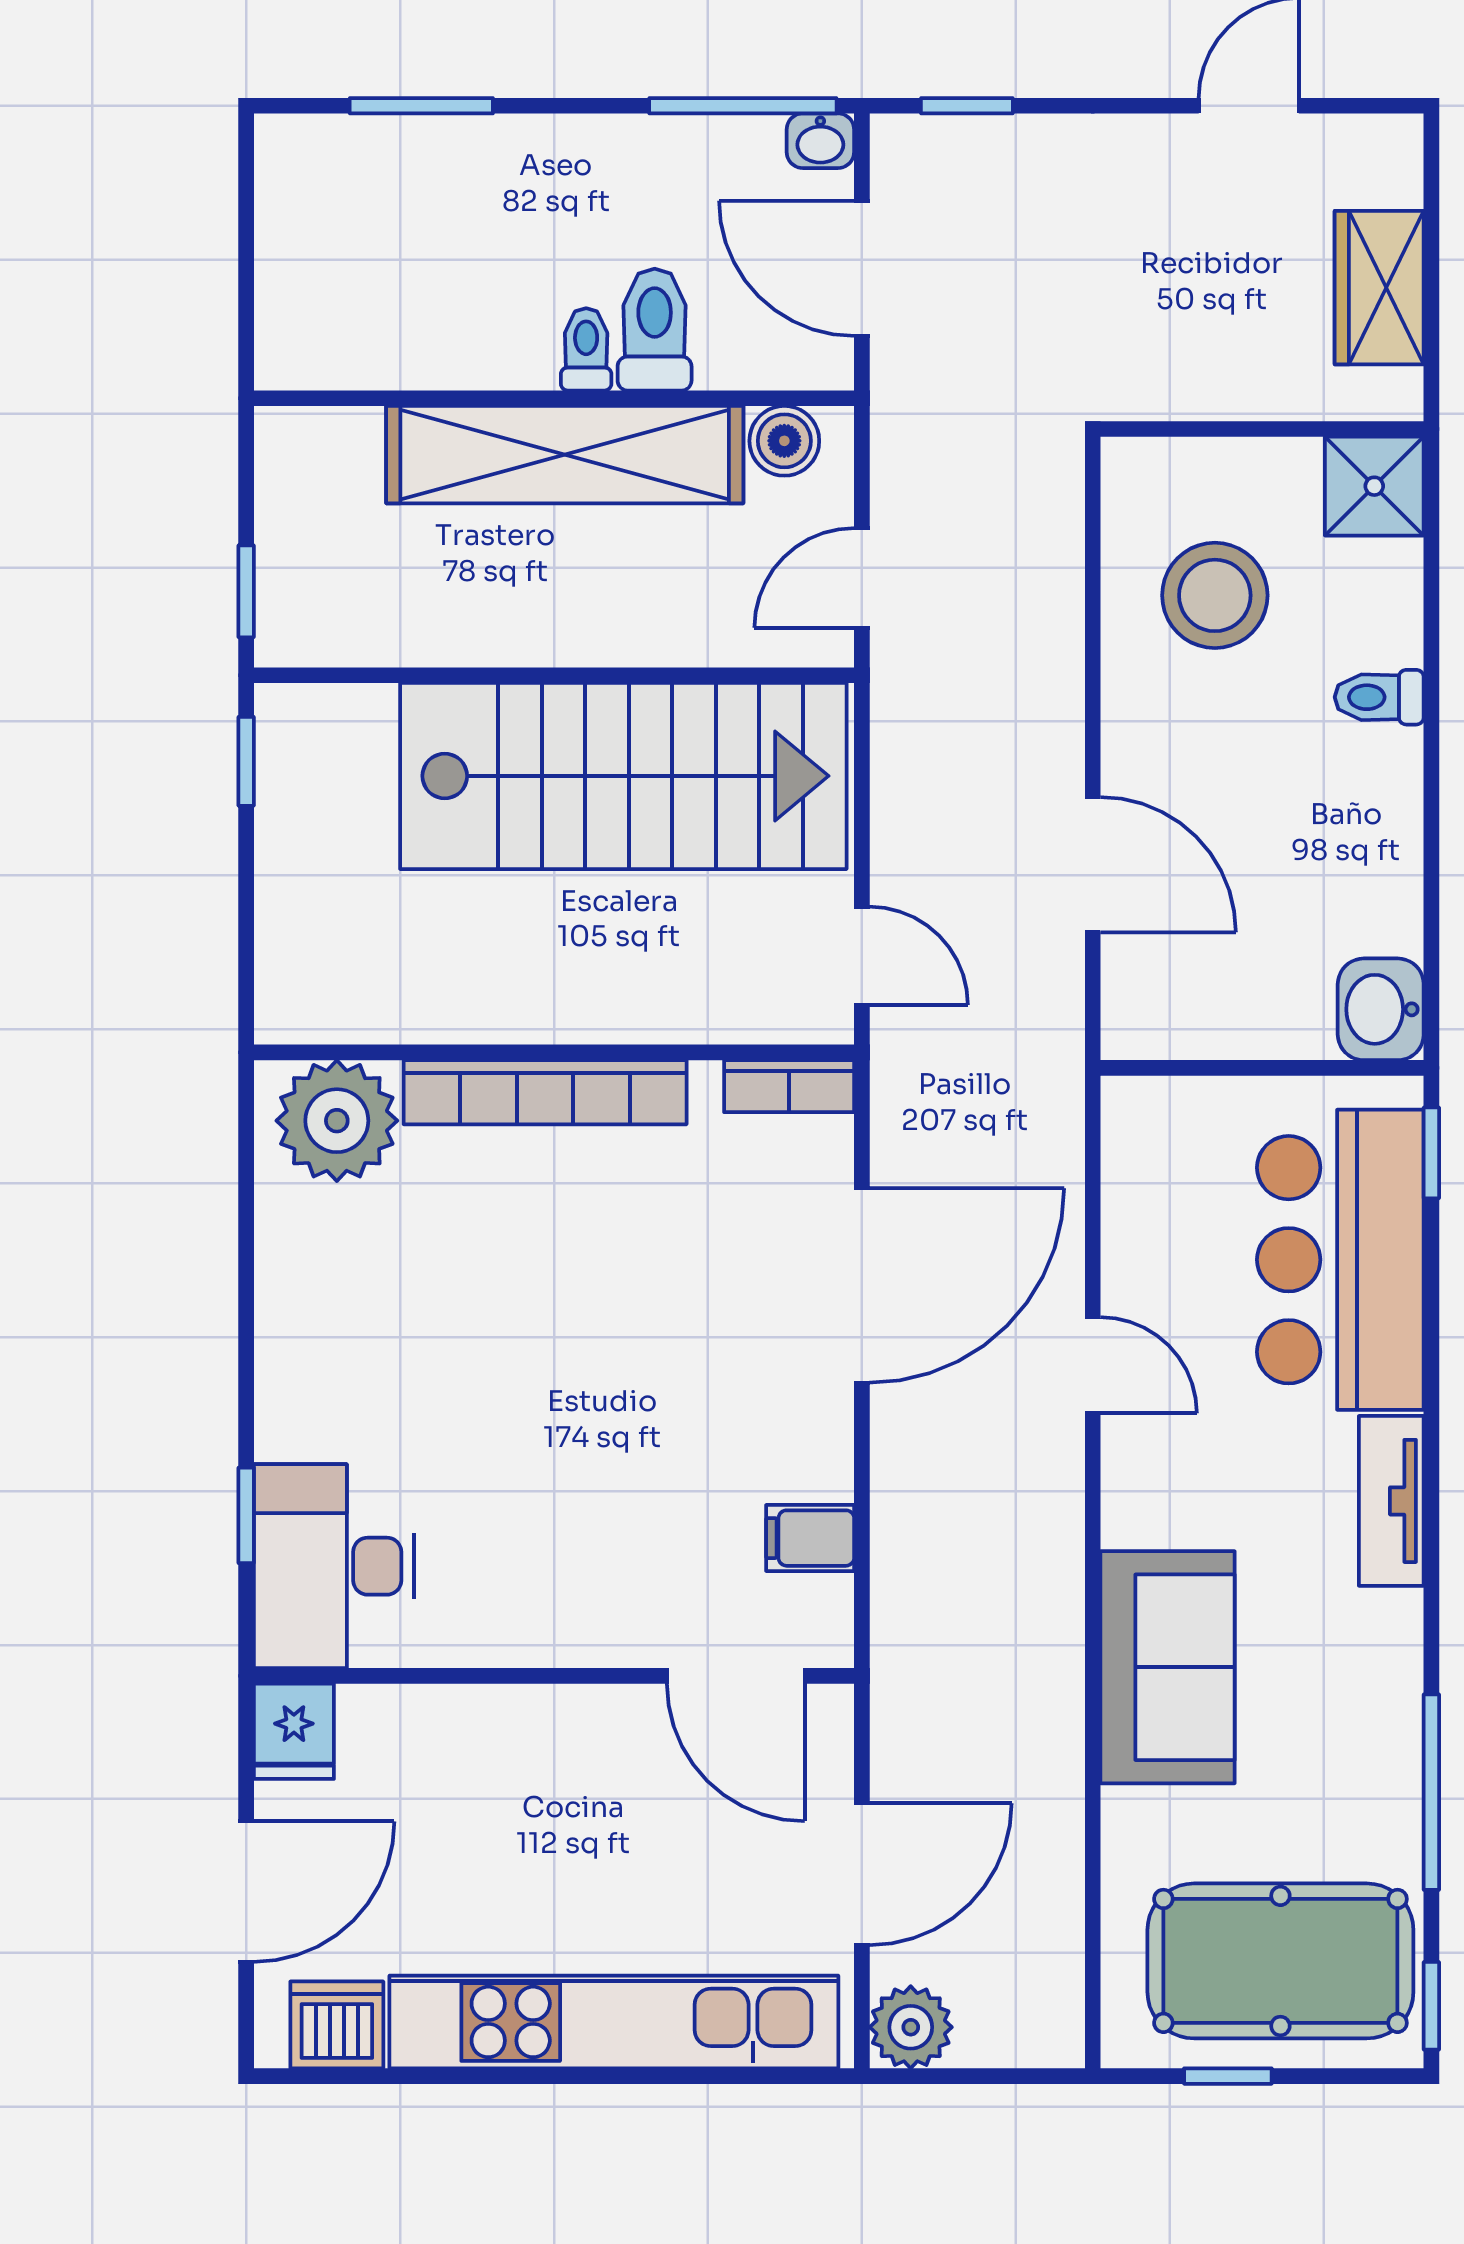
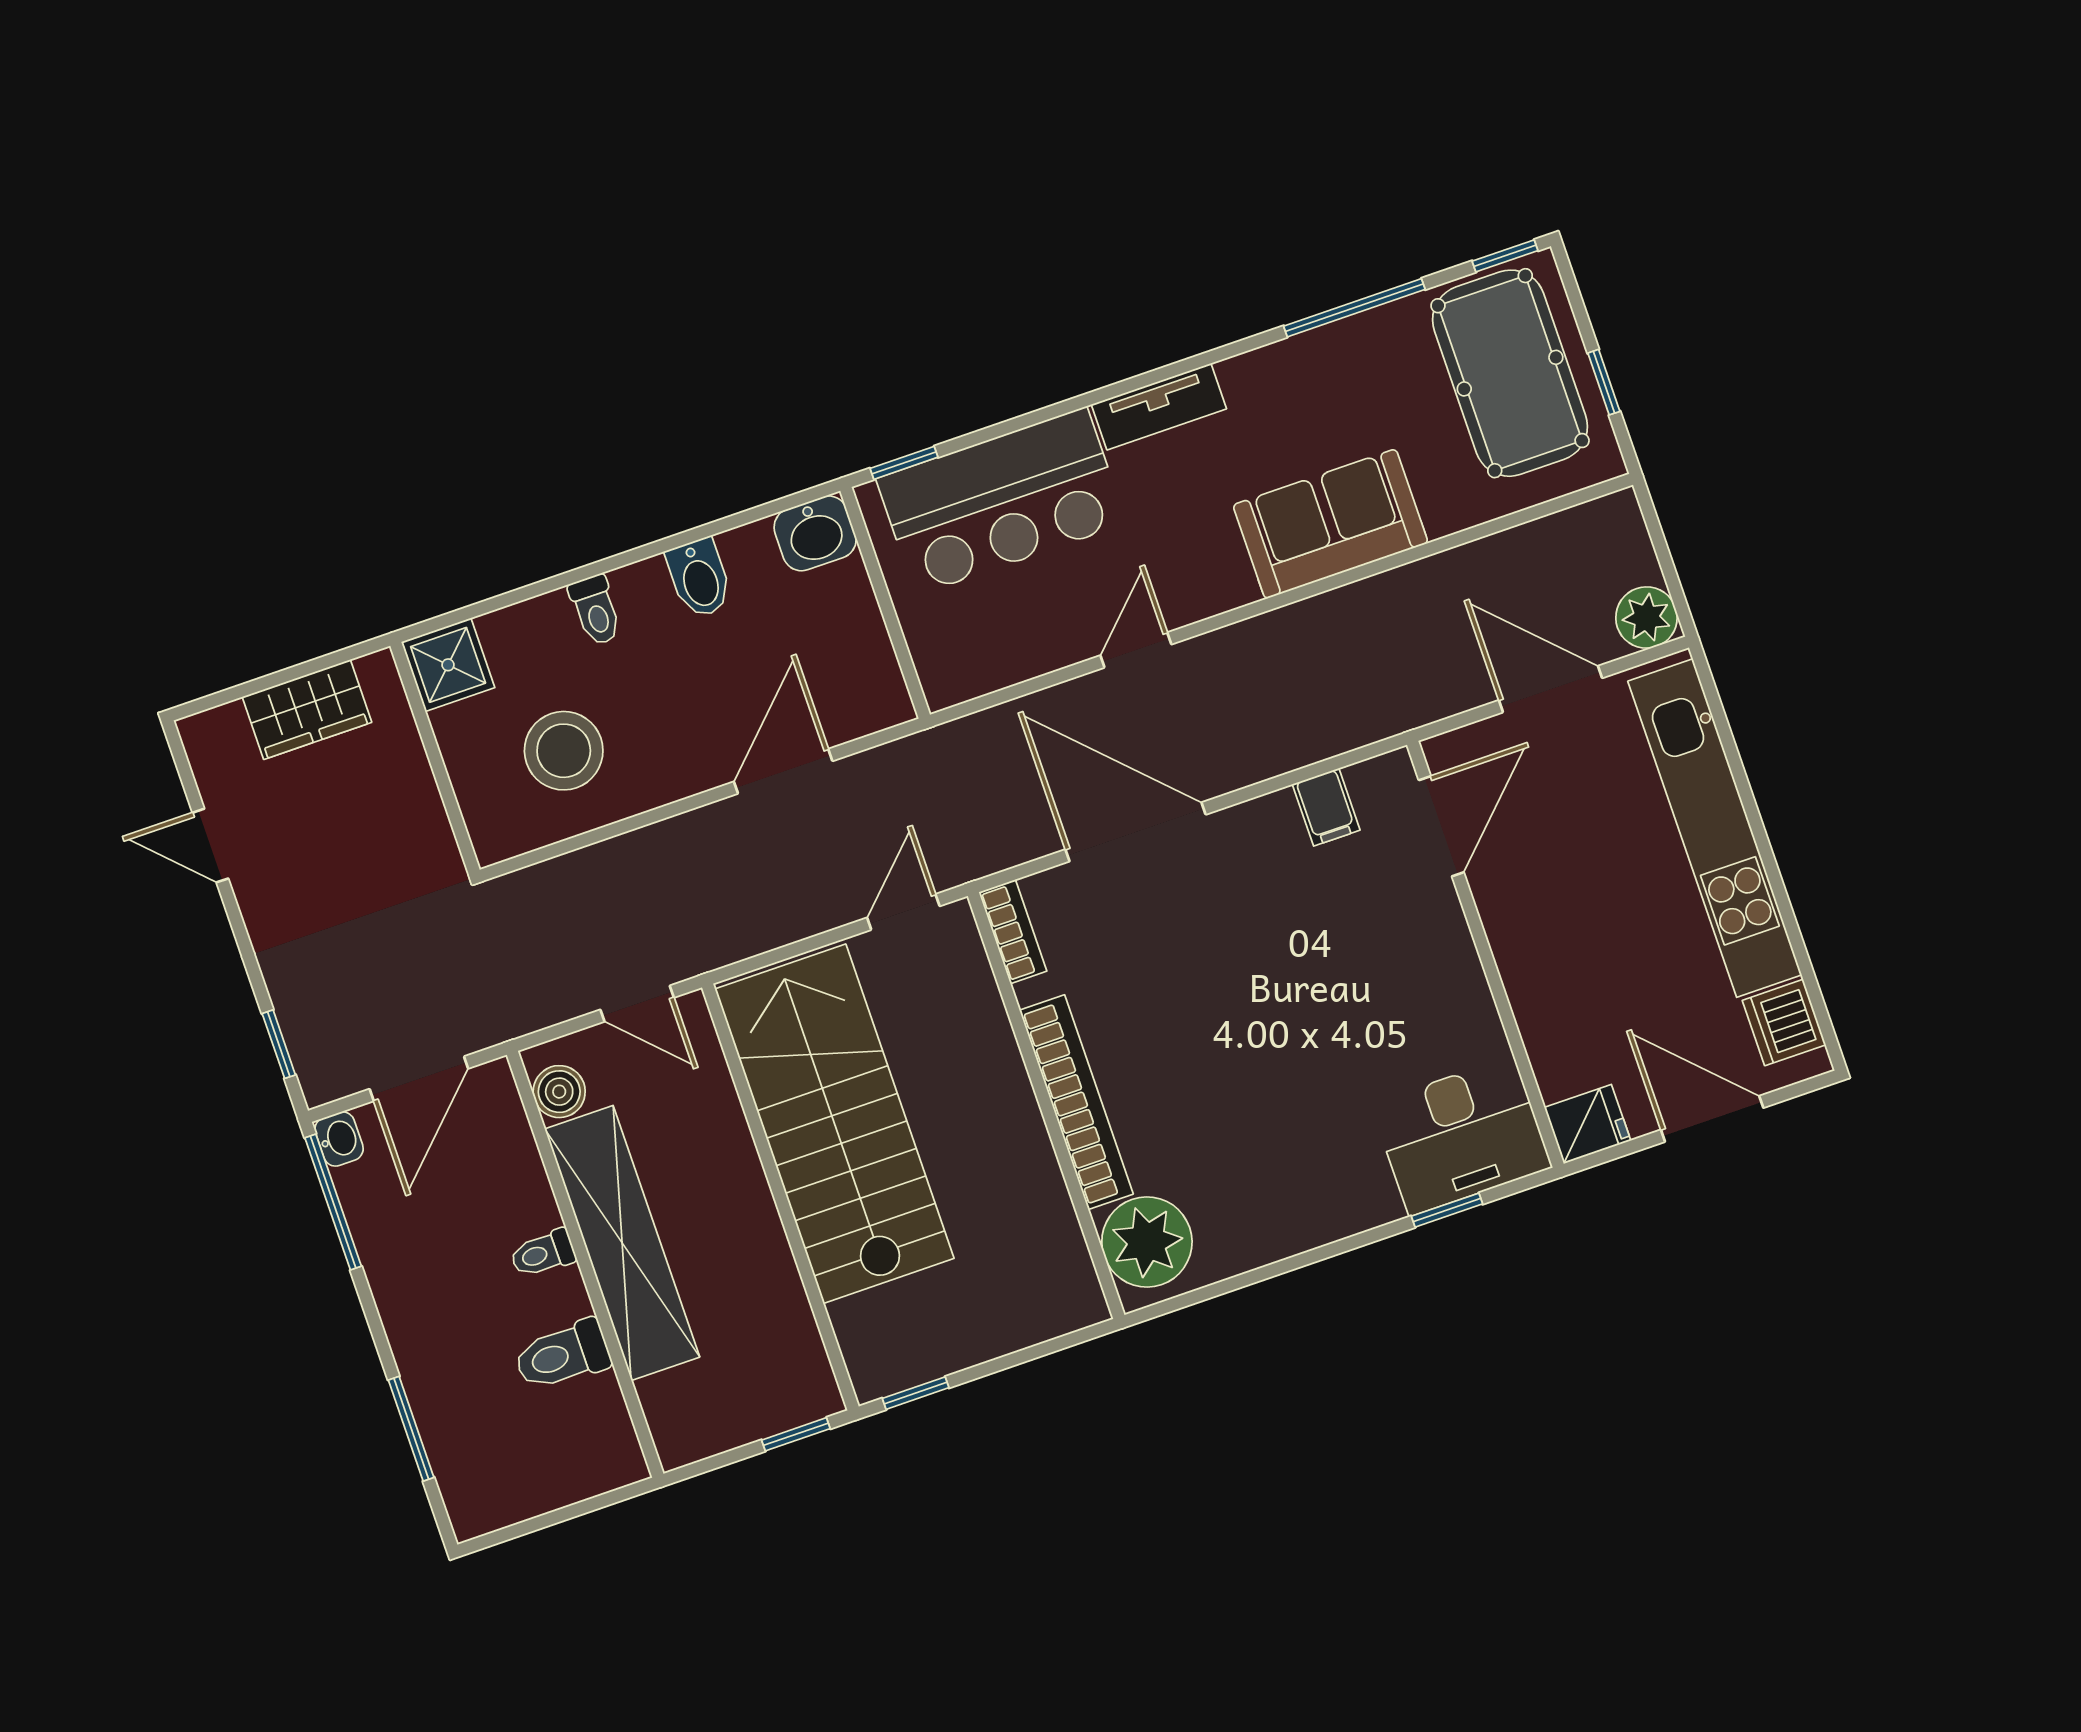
toilet: (655, 330) -> (562, 1355), moved
bidet: (1374, 843) -> (699, 578), added

